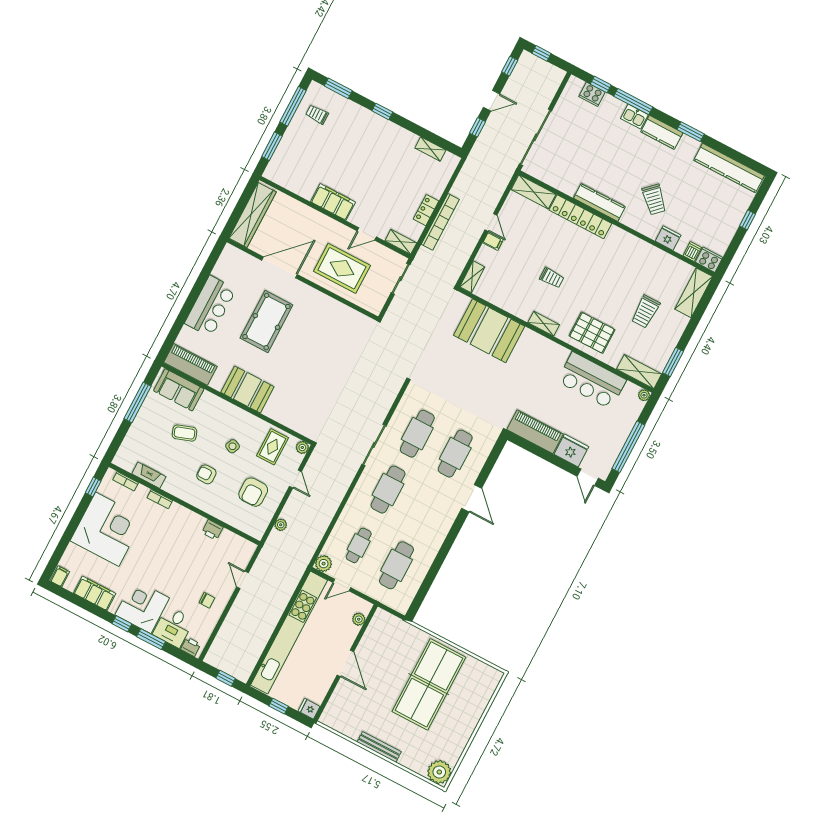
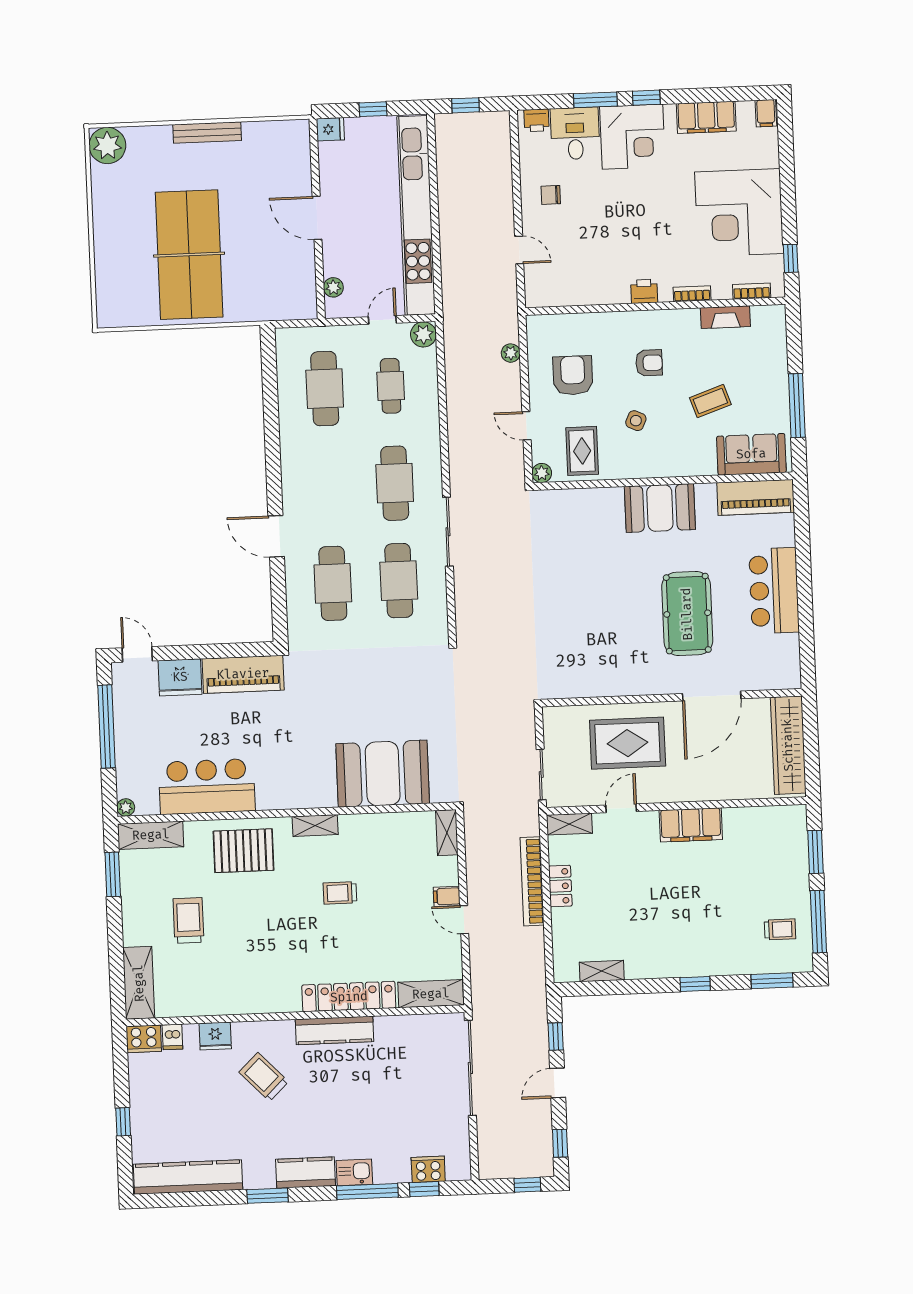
printer: (212, 530) -> (644, 291), moved

